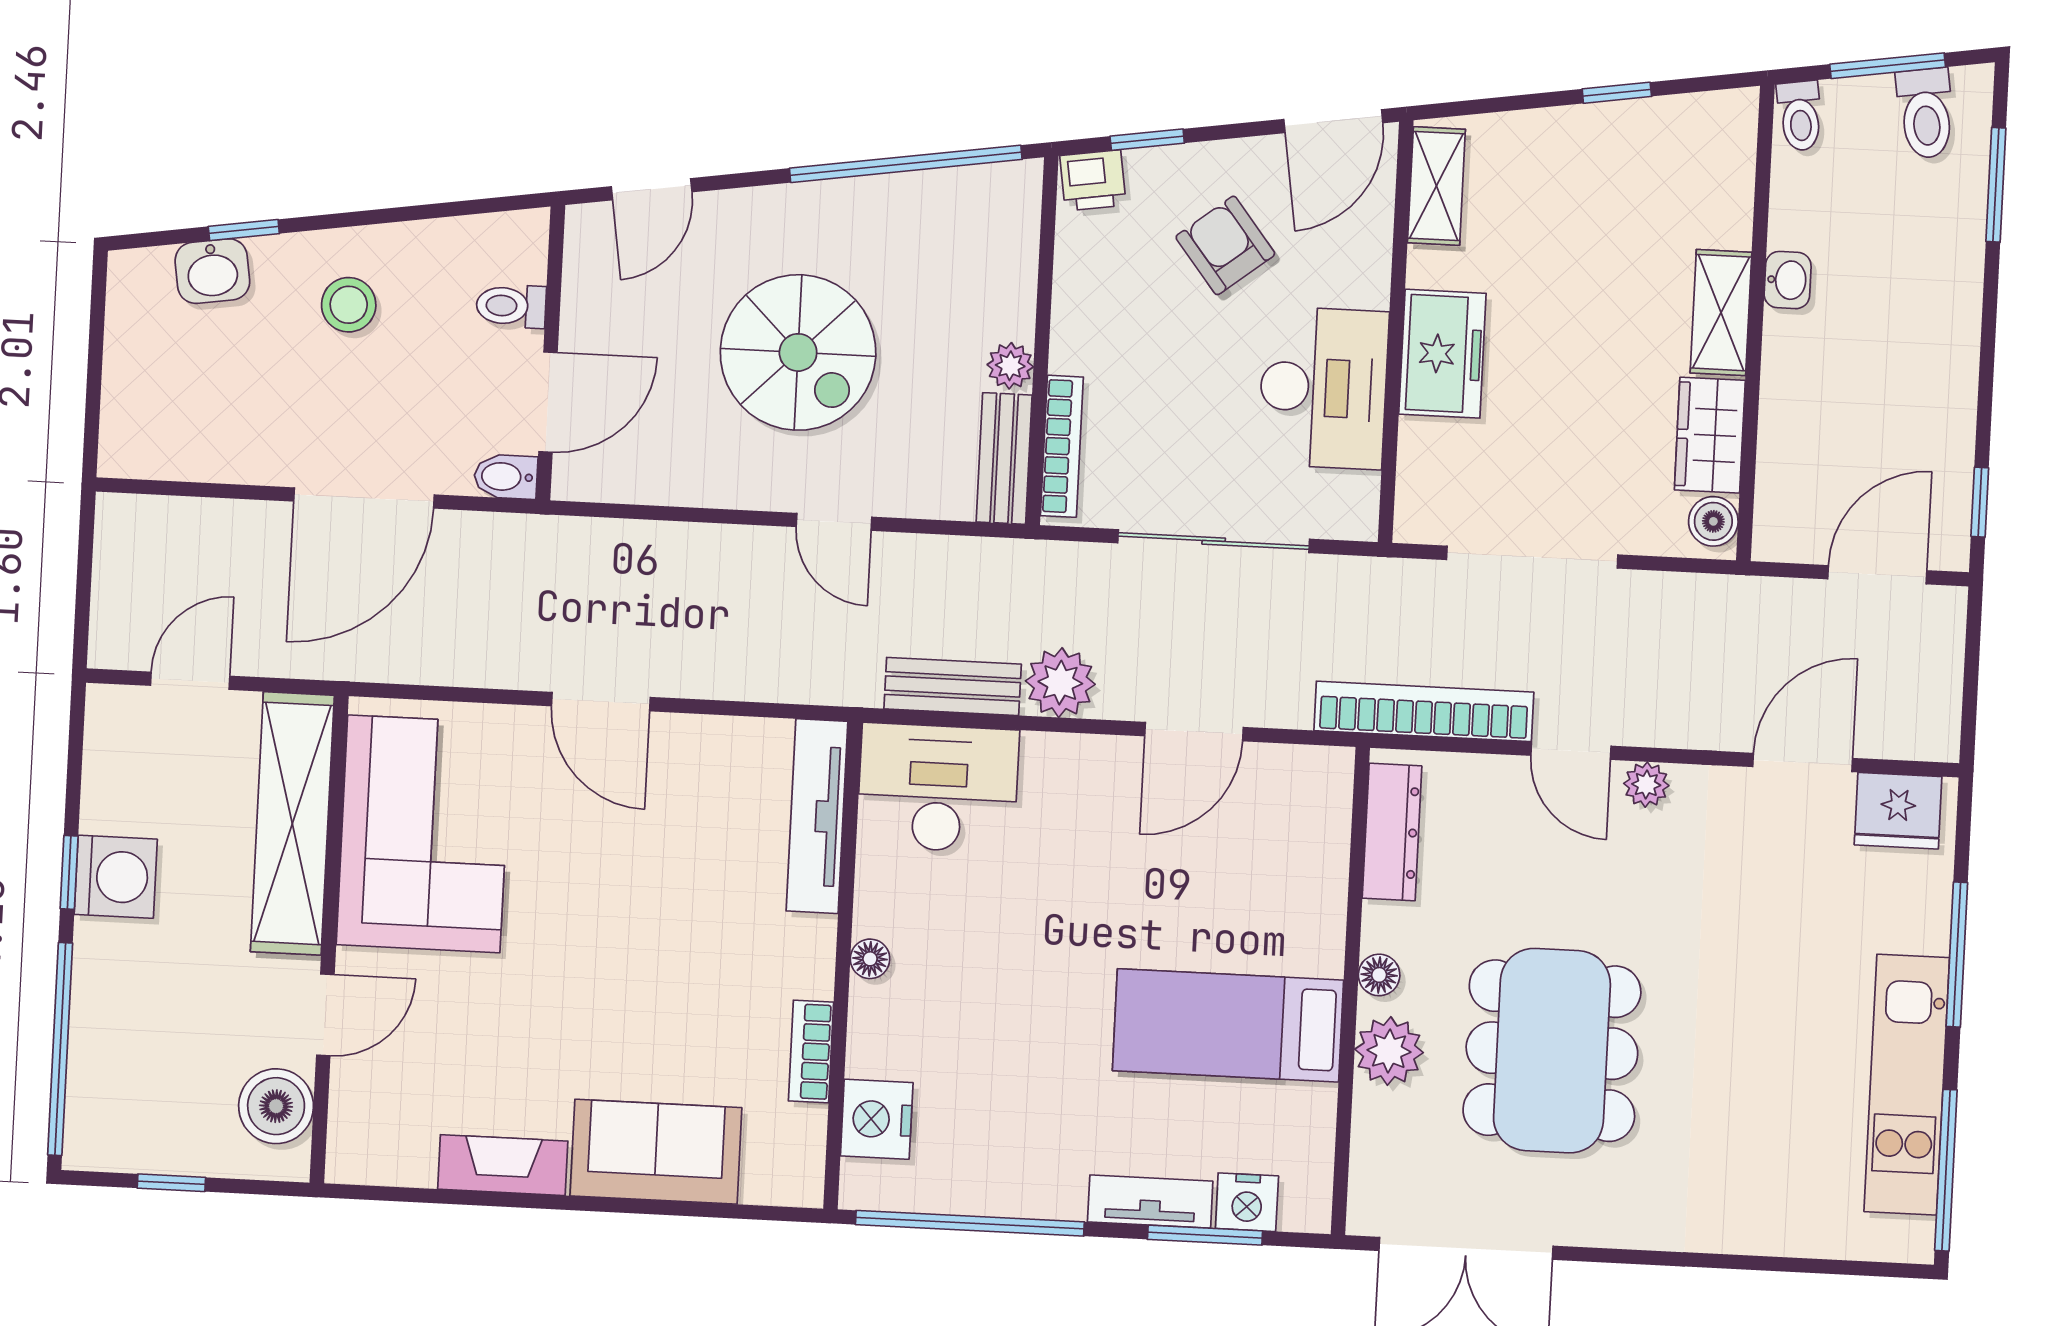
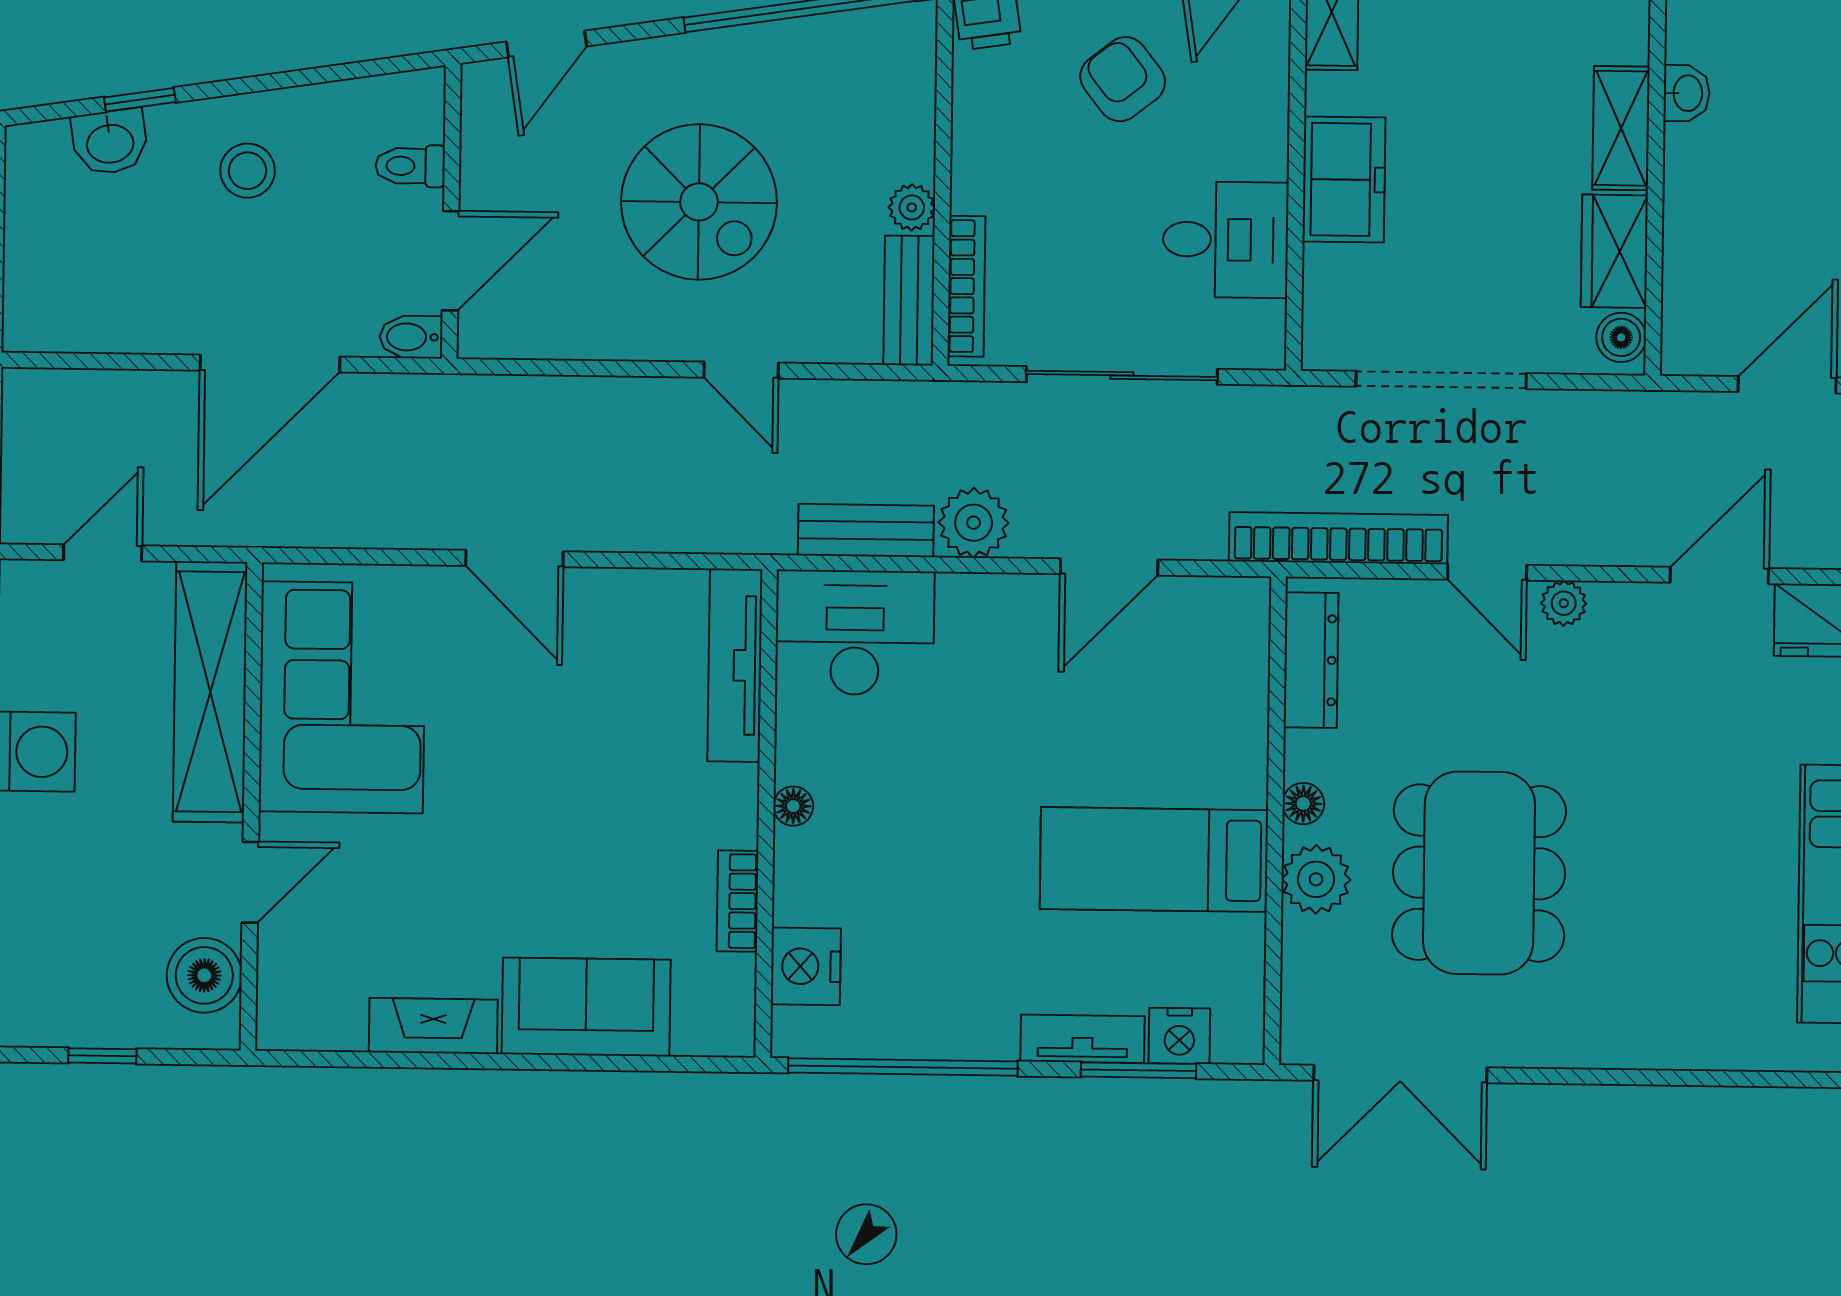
desk: (1323, 388) -> (1226, 240), width x0.73

